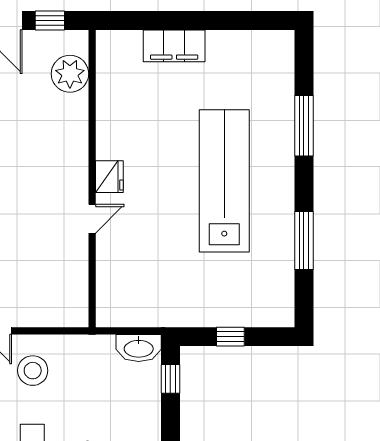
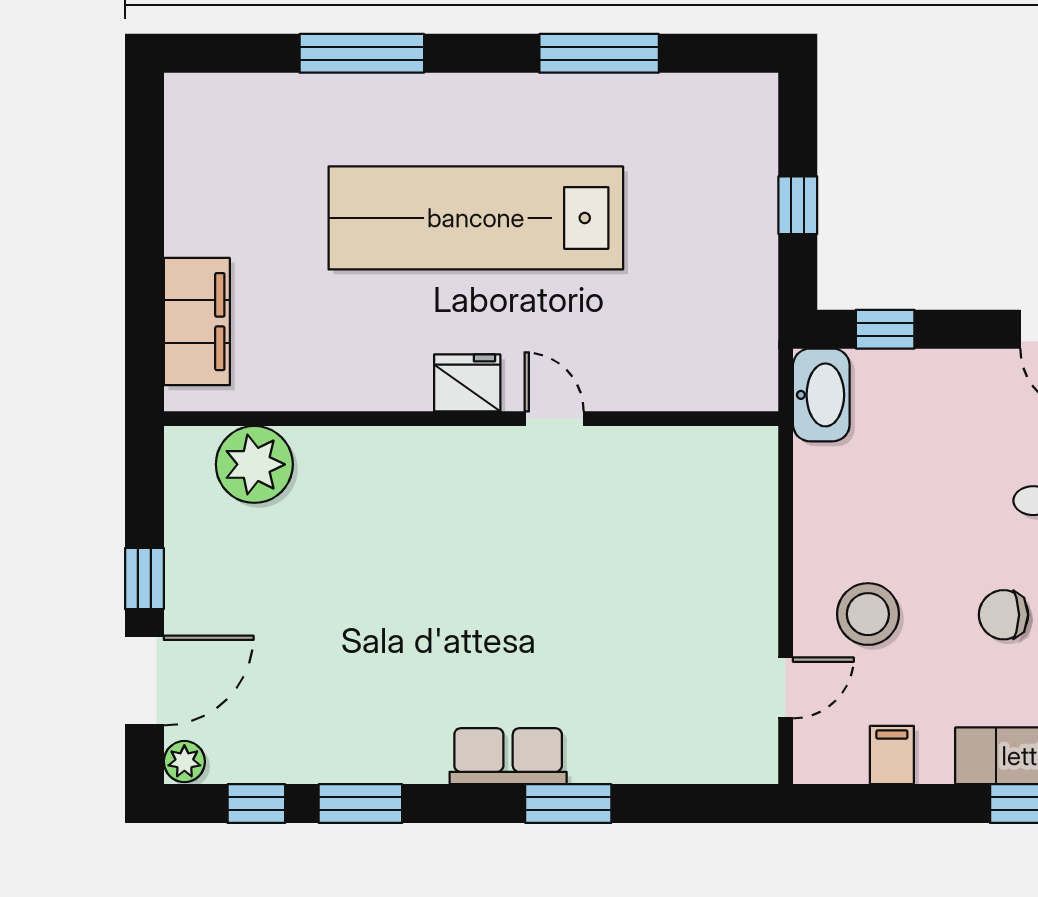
plant: (70, 74) -> (254, 464), moved
fridge: (109, 177) -> (467, 383), moved
wall: (92, 179) -> (471, 419), moved
door: (92, 219) -> (554, 419), moved

